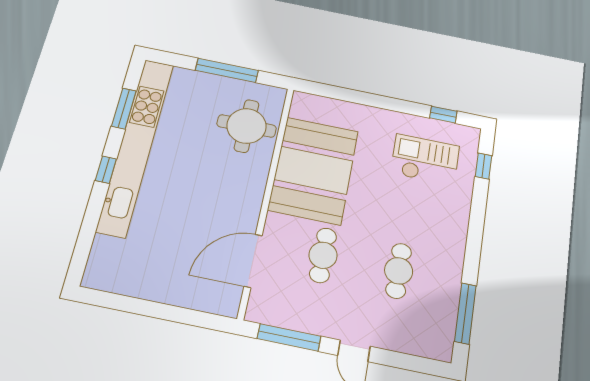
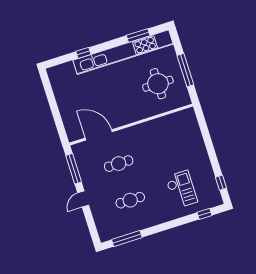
round table: (247, 126) -> (158, 84), moved
checkout: (425, 160) -> (181, 189), moved
window: (106, 170) -> (83, 53), moved
booth: (313, 170) -> (157, 138), removed

